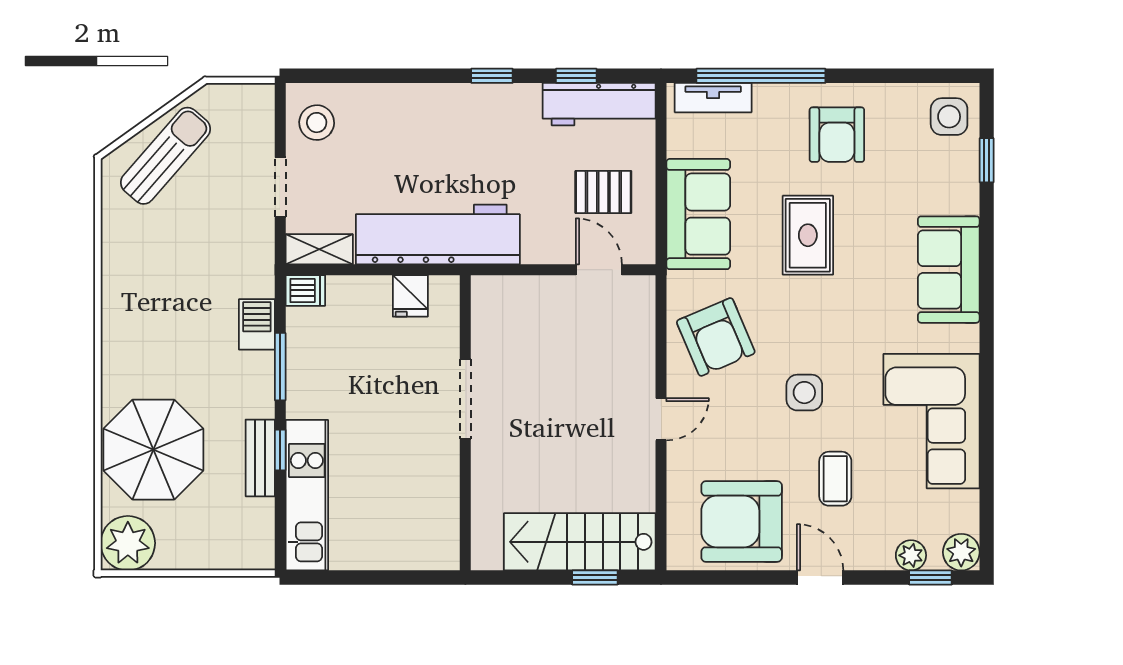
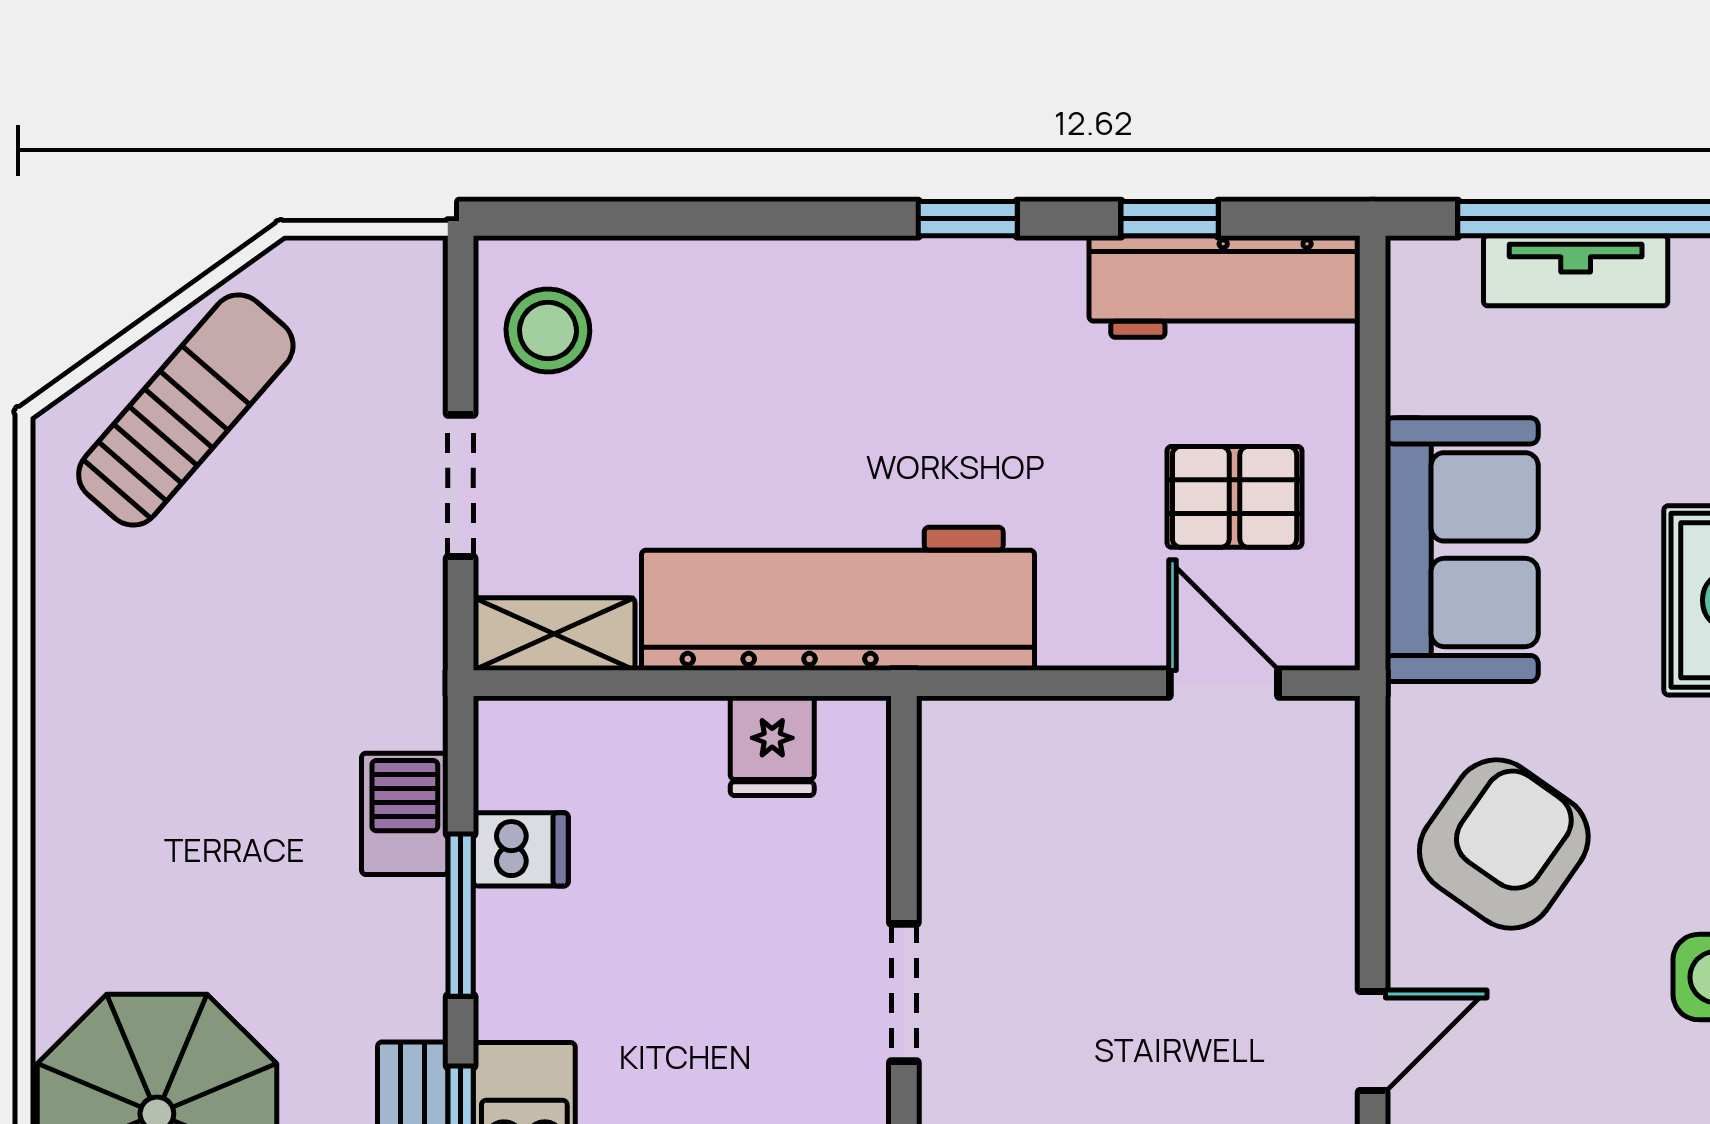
tv unit: (713, 98) -> (1576, 271), moved
dishwasher: (305, 290) -> (521, 849), moved
armchair: (716, 337) -> (1504, 844), turned -122
doorway: (465, 399) -> (904, 993), width x0.73

